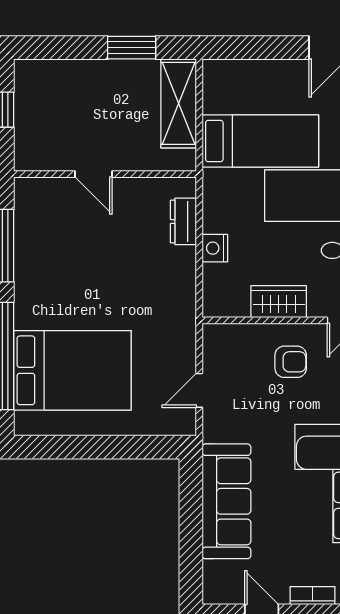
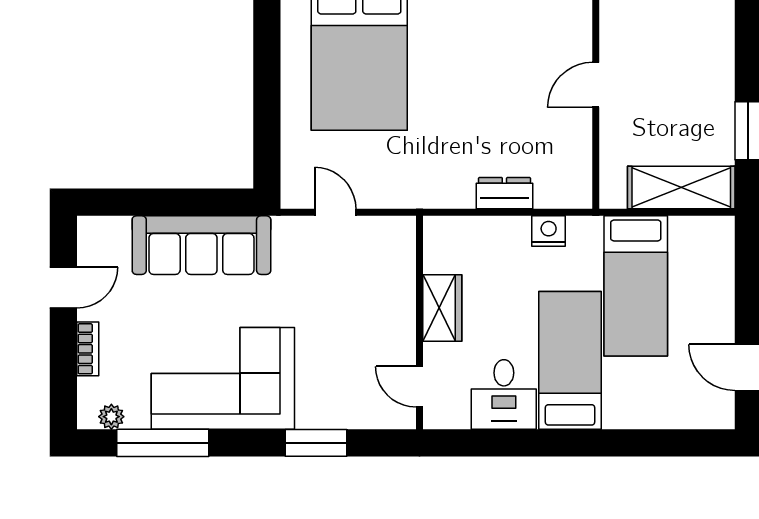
dresser: (183, 221) -> (504, 193), moved
nightstand: (215, 248) -> (549, 231), moved
armchair: (291, 362) -> (370, 323), removed

